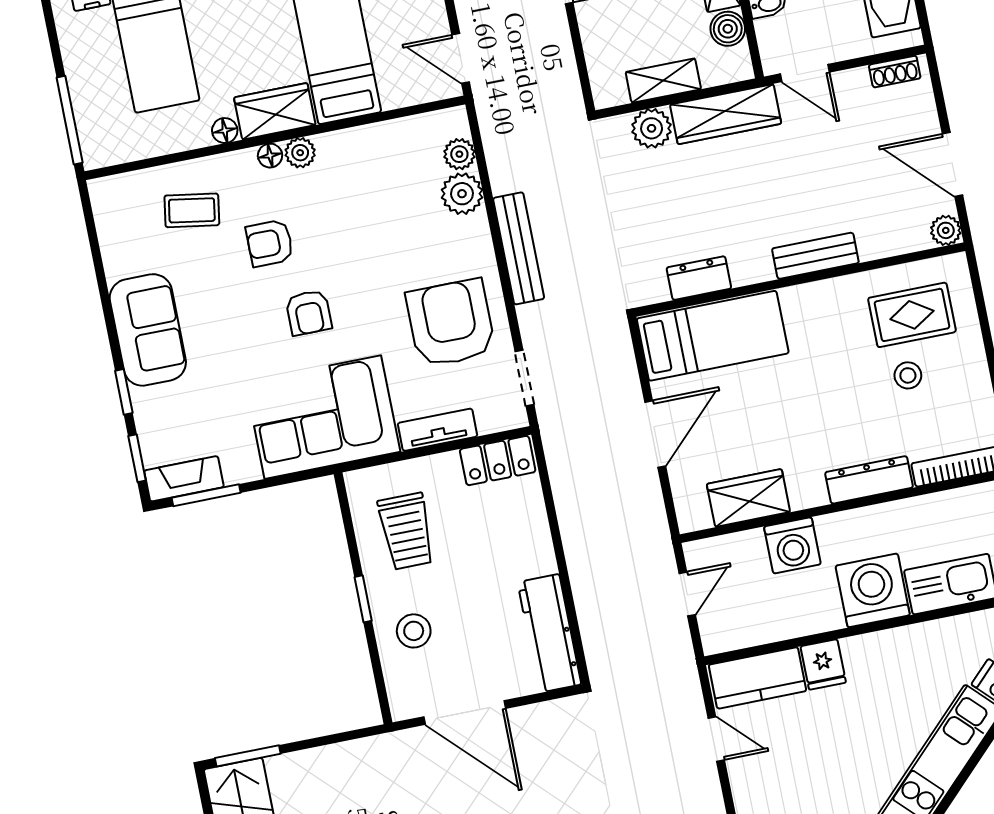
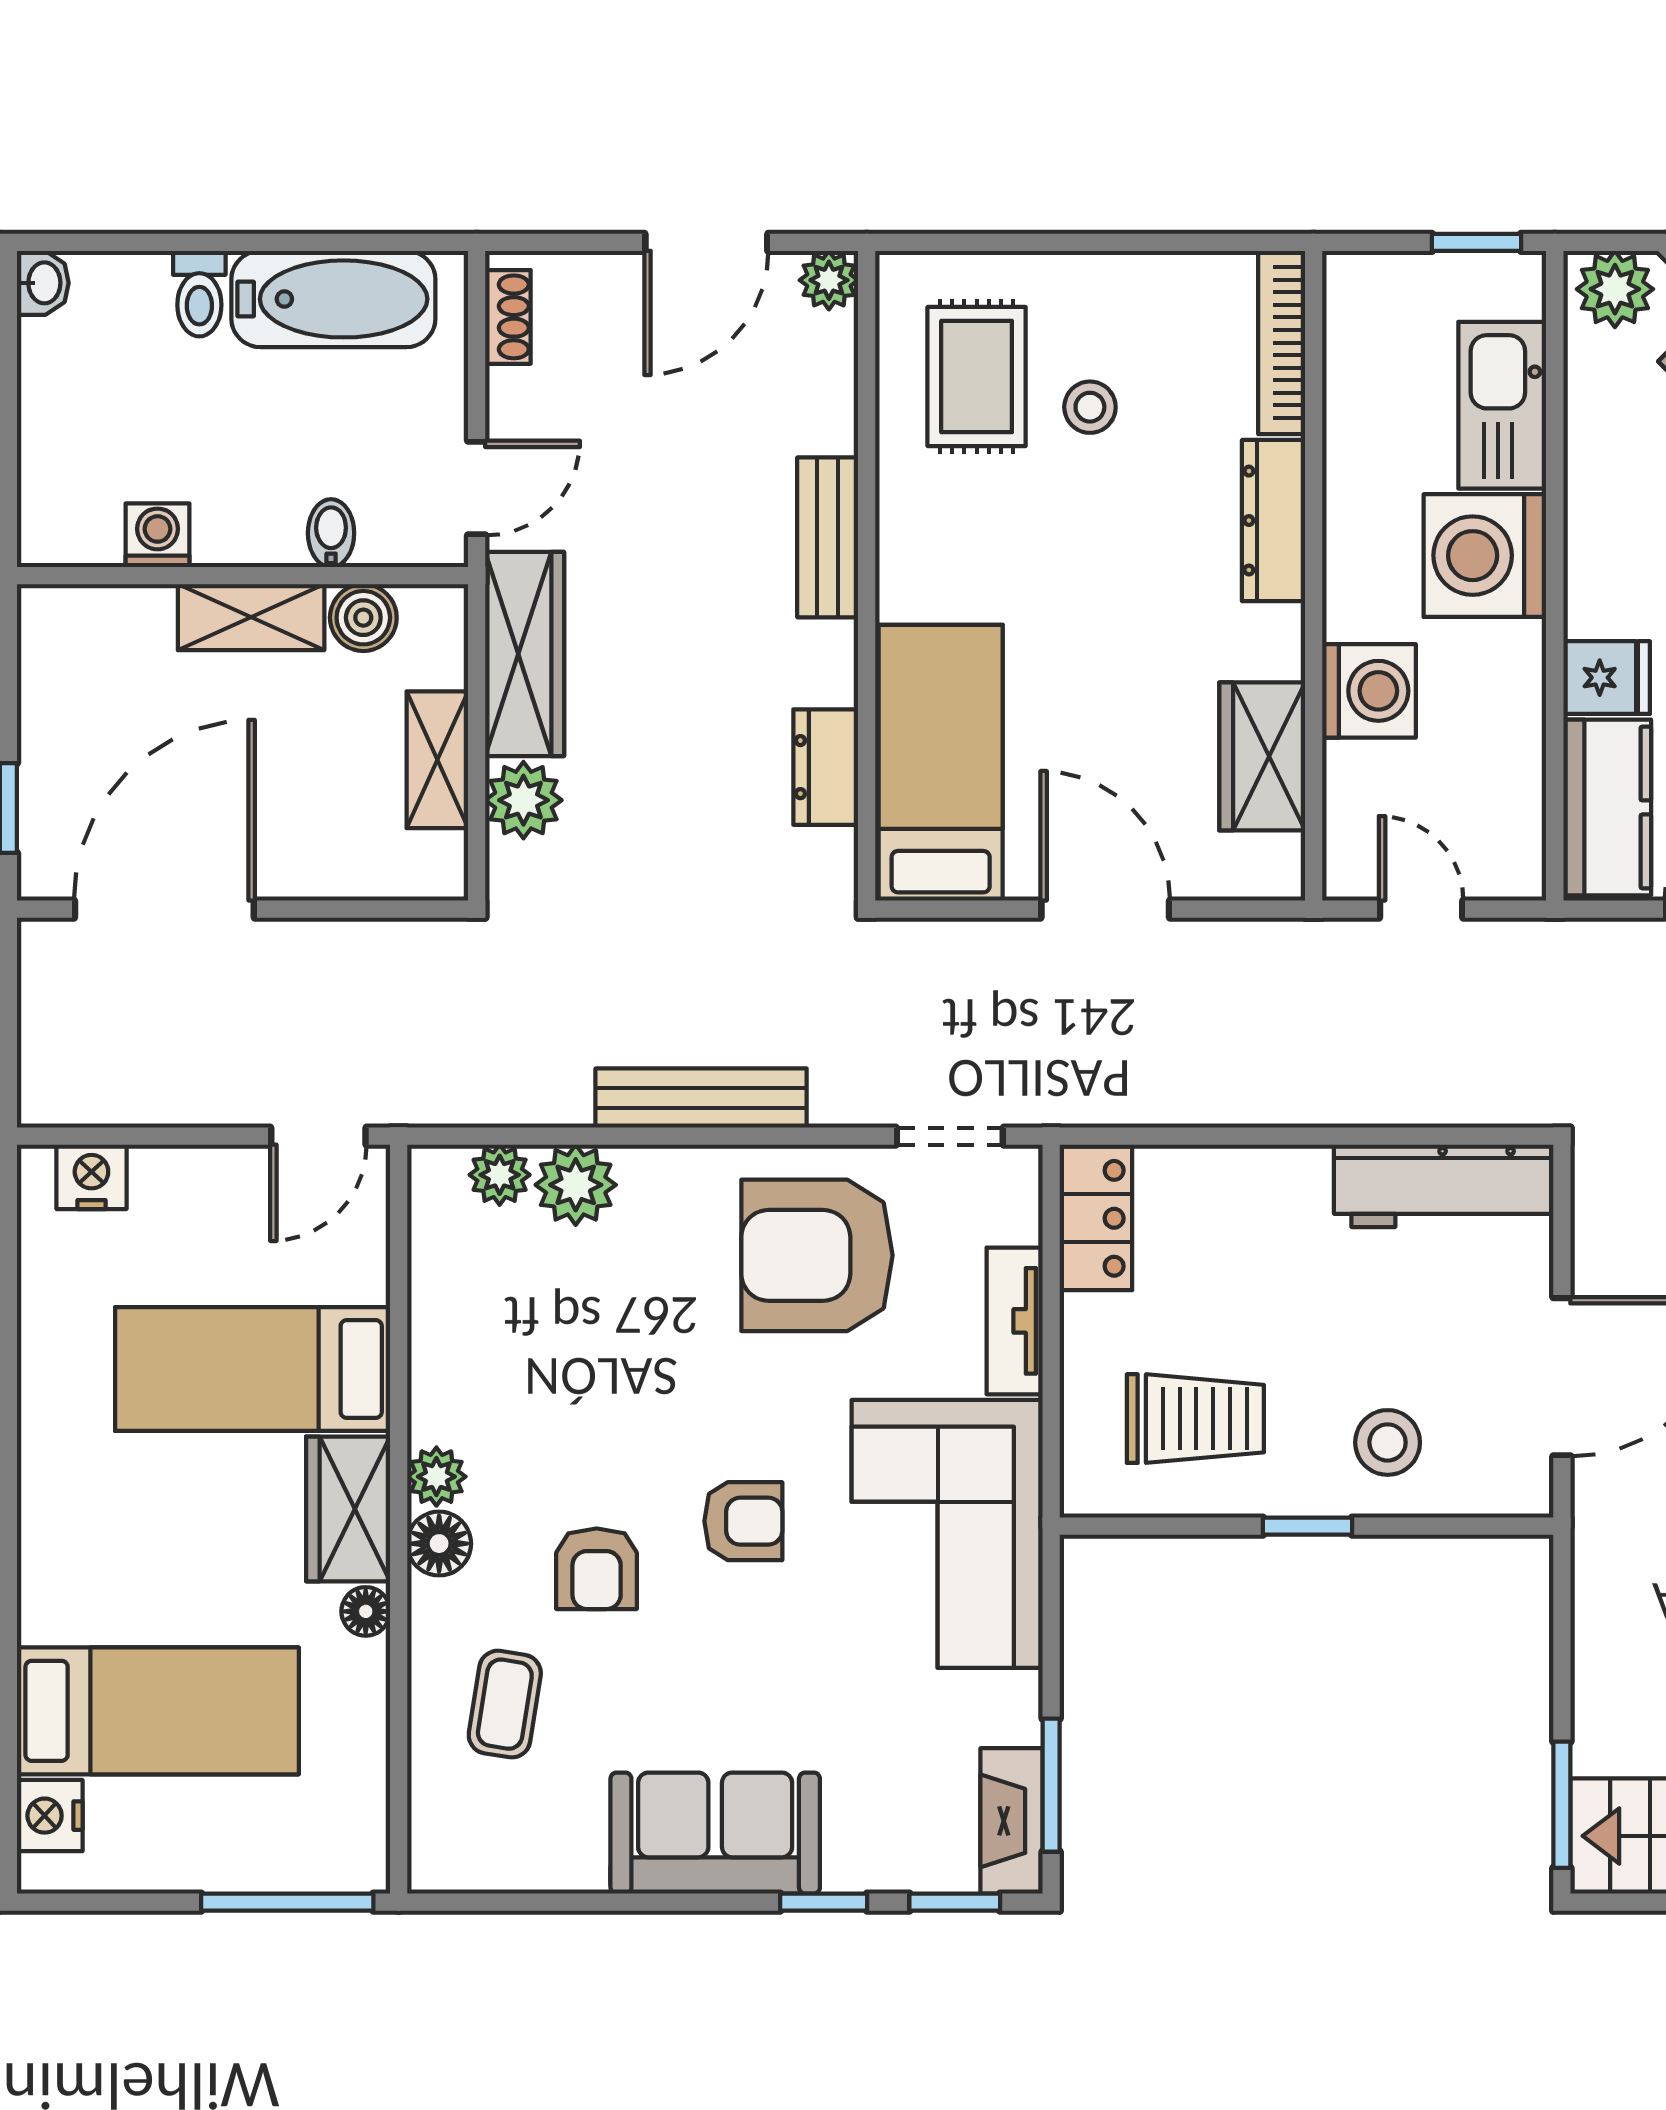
floor lamp: (270, 156) -> (439, 1544), width x1.37, depth x1.37

